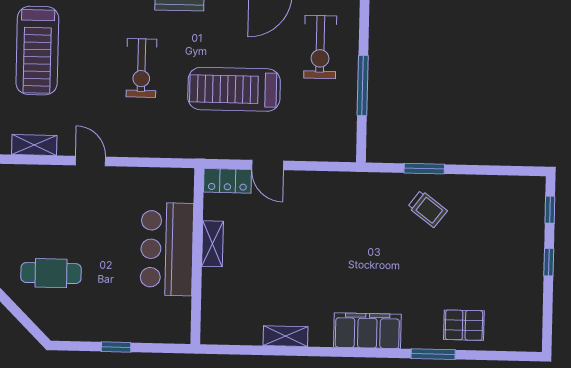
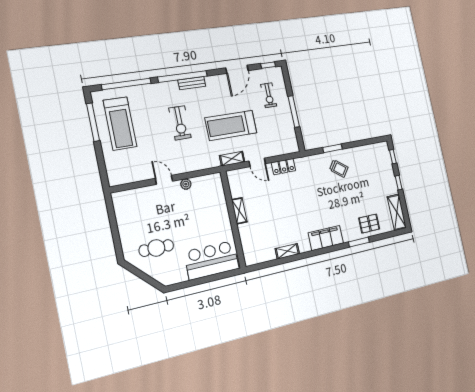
exercise bike: (320, 47) -> (269, 95), width x0.73, depth x0.72
shelving: (34, 145) -> (232, 159), moved
plant: (127, 176) -> (186, 184), added
locker: (228, 181) -> (284, 167), moved
bar counter: (167, 249) -> (212, 260), moved, turned 90
shelving: (529, 318) -> (397, 212), added
window: (116, 347) -> (202, 281), removed

